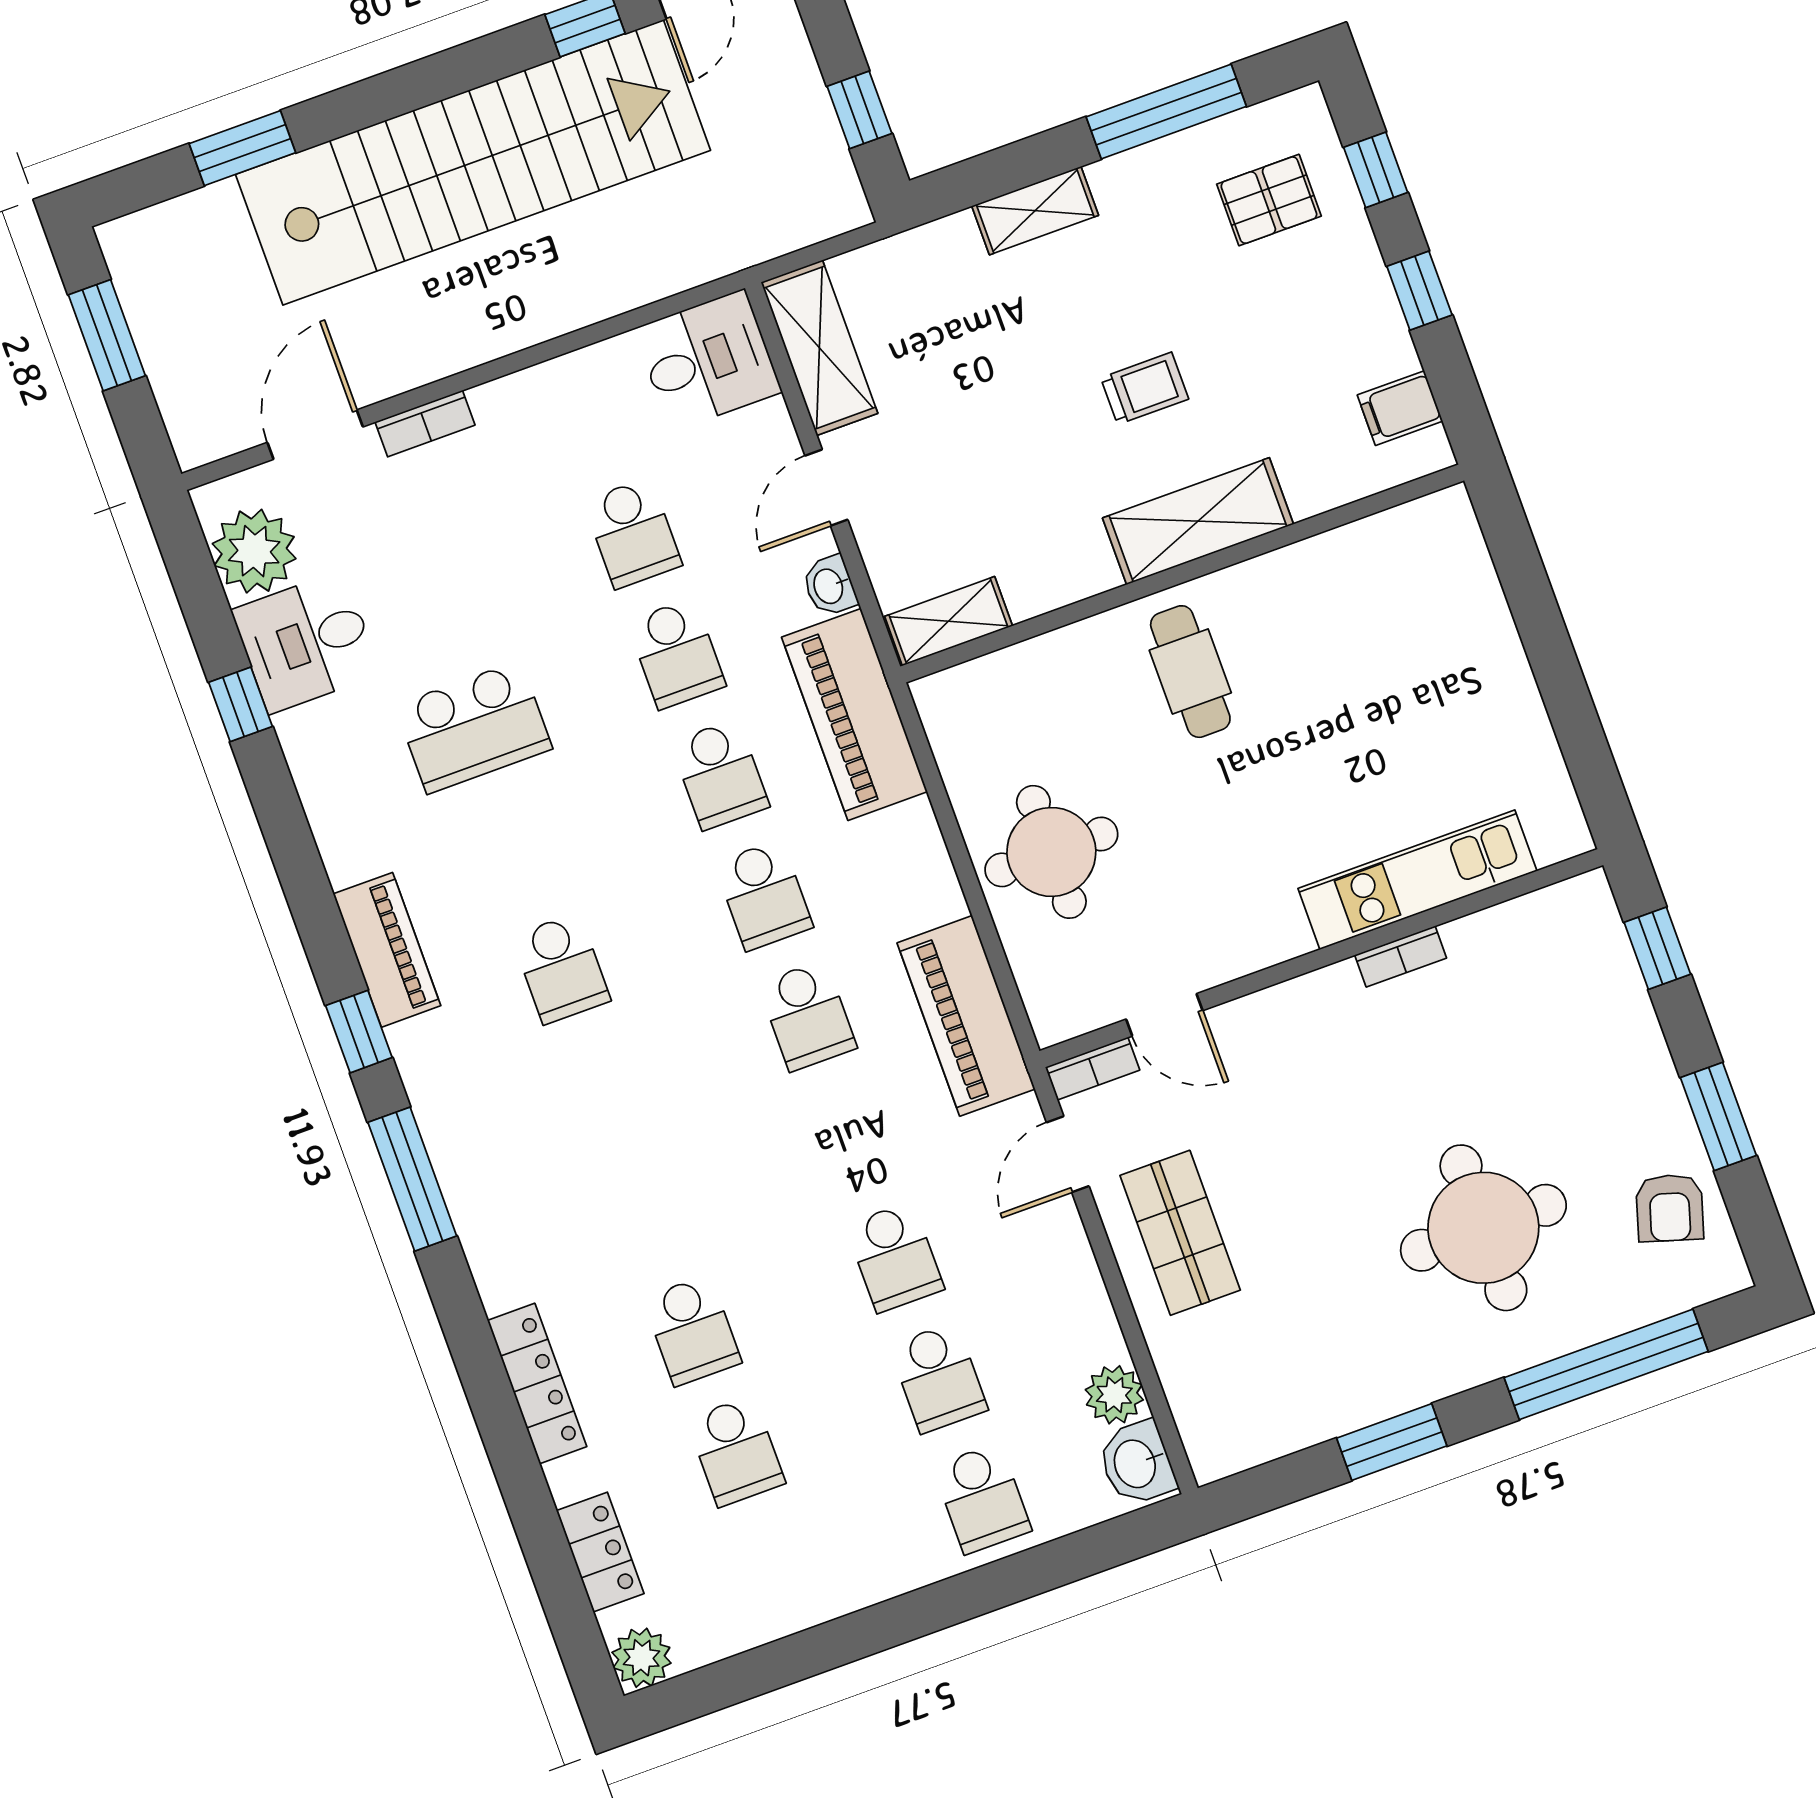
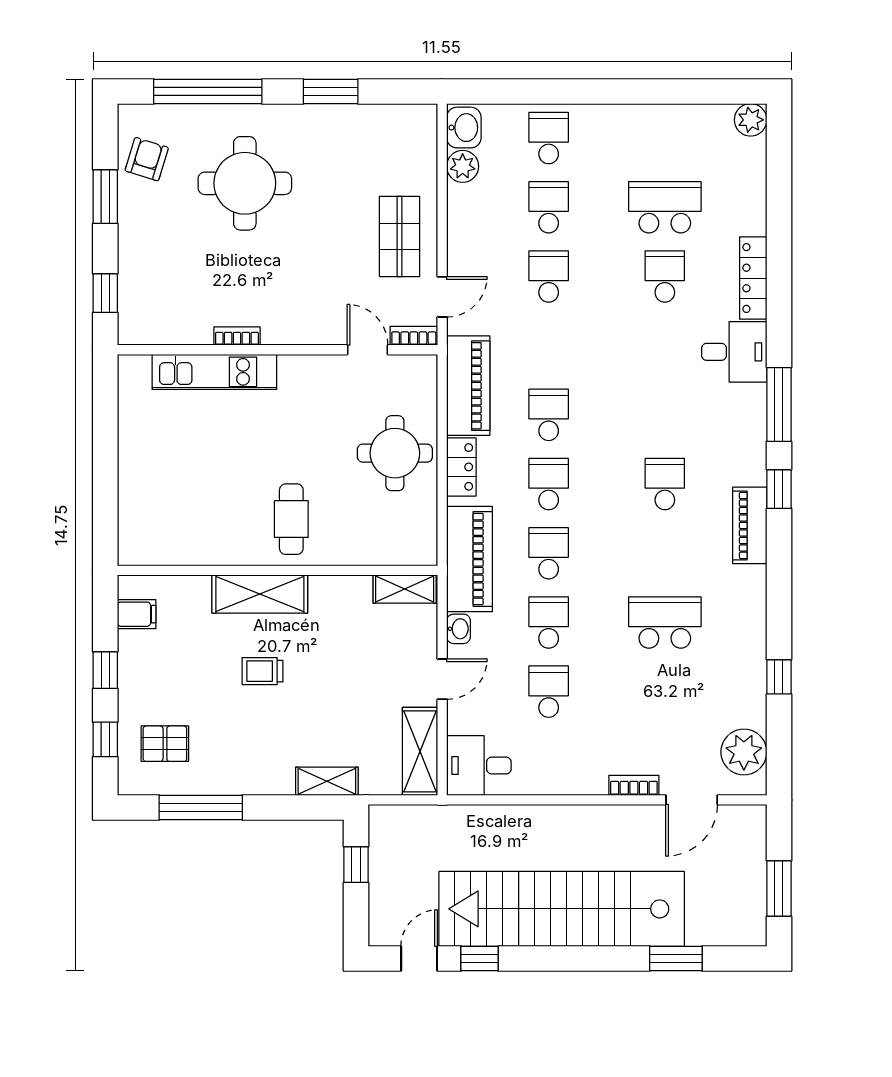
shelving: (1035, 211) -> (327, 781), moved
desk: (306, 642) -> (734, 352), moved
school desk: (736, 1451) -> (665, 207), width x1.85
locker: (600, 1552) -> (461, 467), moved, turned 180

